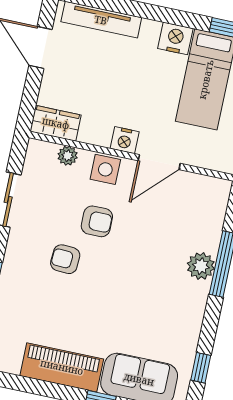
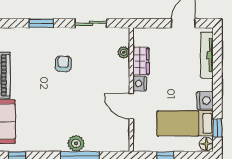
wardrobe: (56, 123) -> (141, 61), moved
side table: (105, 169) -> (120, 76), removed
armchair: (97, 221) -> (89, 77), removed

